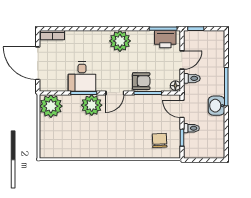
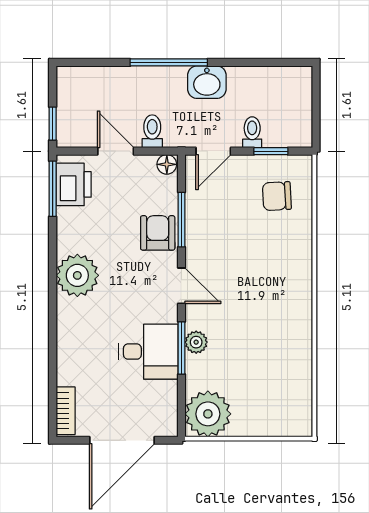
plant: (92, 105) -> (196, 342), width x0.53, depth x0.53

